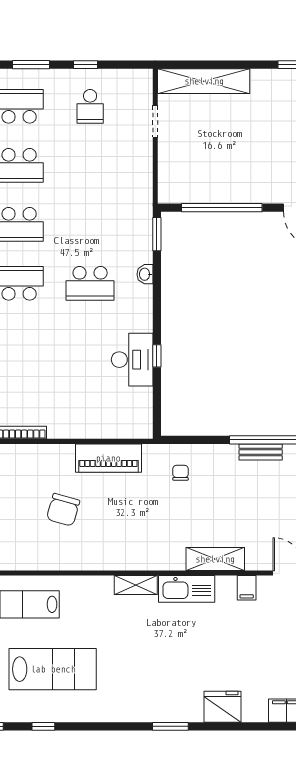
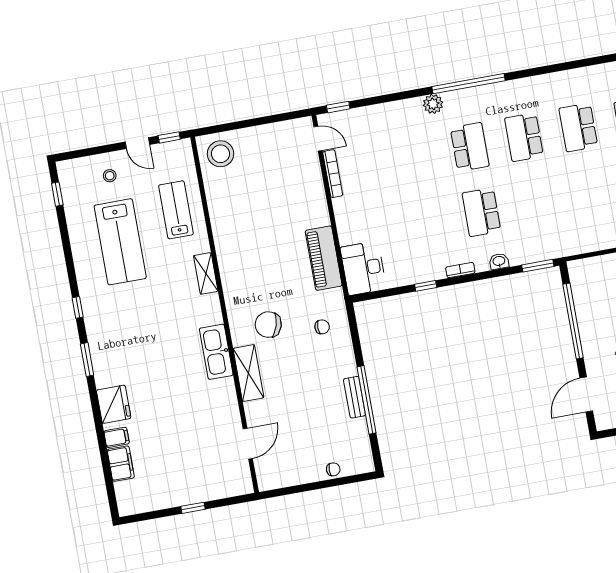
bookcase: (147, 317) -> (460, 270), added
desk: (132, 360) -> (363, 268), moved, turned 90
chair: (63, 510) -> (268, 325), moved
shelving: (136, 585) -> (206, 273), moved
filing cabinet: (247, 588) -> (117, 437), moved, turned 180
window: (43, 726) -> (78, 307), moved

